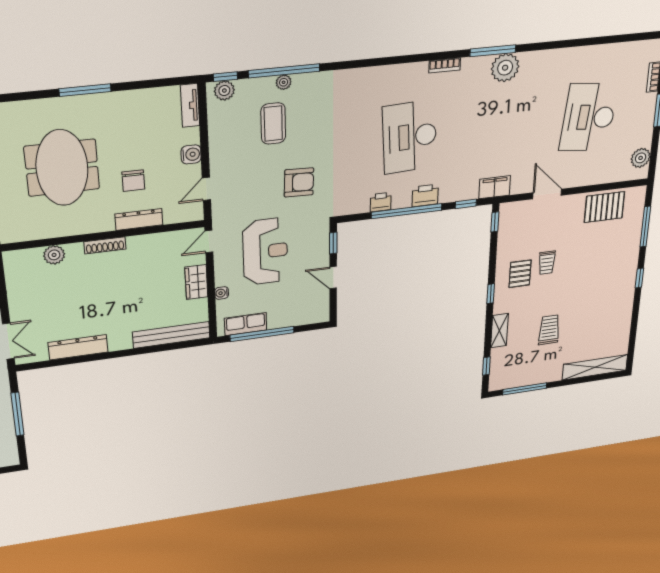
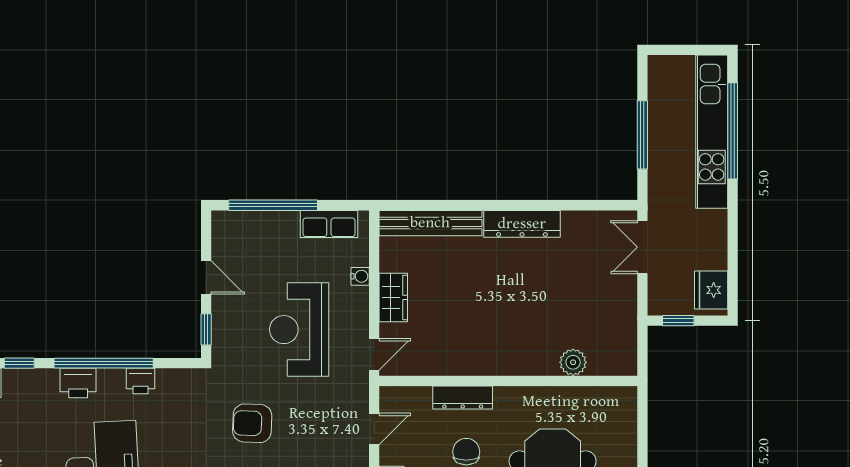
shoe rack: (105, 245) -> (508, 367), removed
window: (262, 334) -> (273, 205), moved
dresser: (78, 347) -> (522, 224), moved

